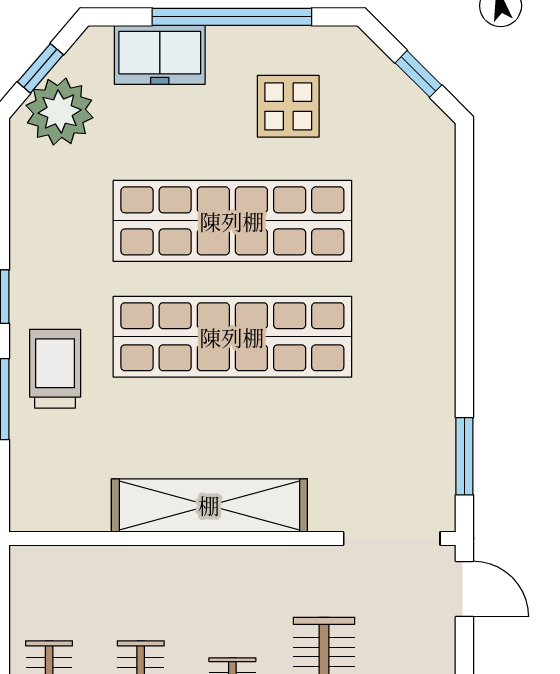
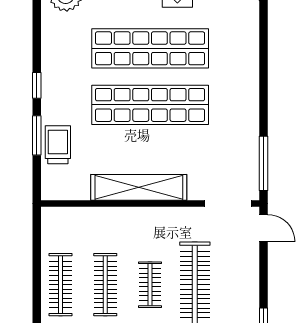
trolley: (55, 369) -> (58, 145), moved
window: (464, 456) -> (263, 163), width x1.44

